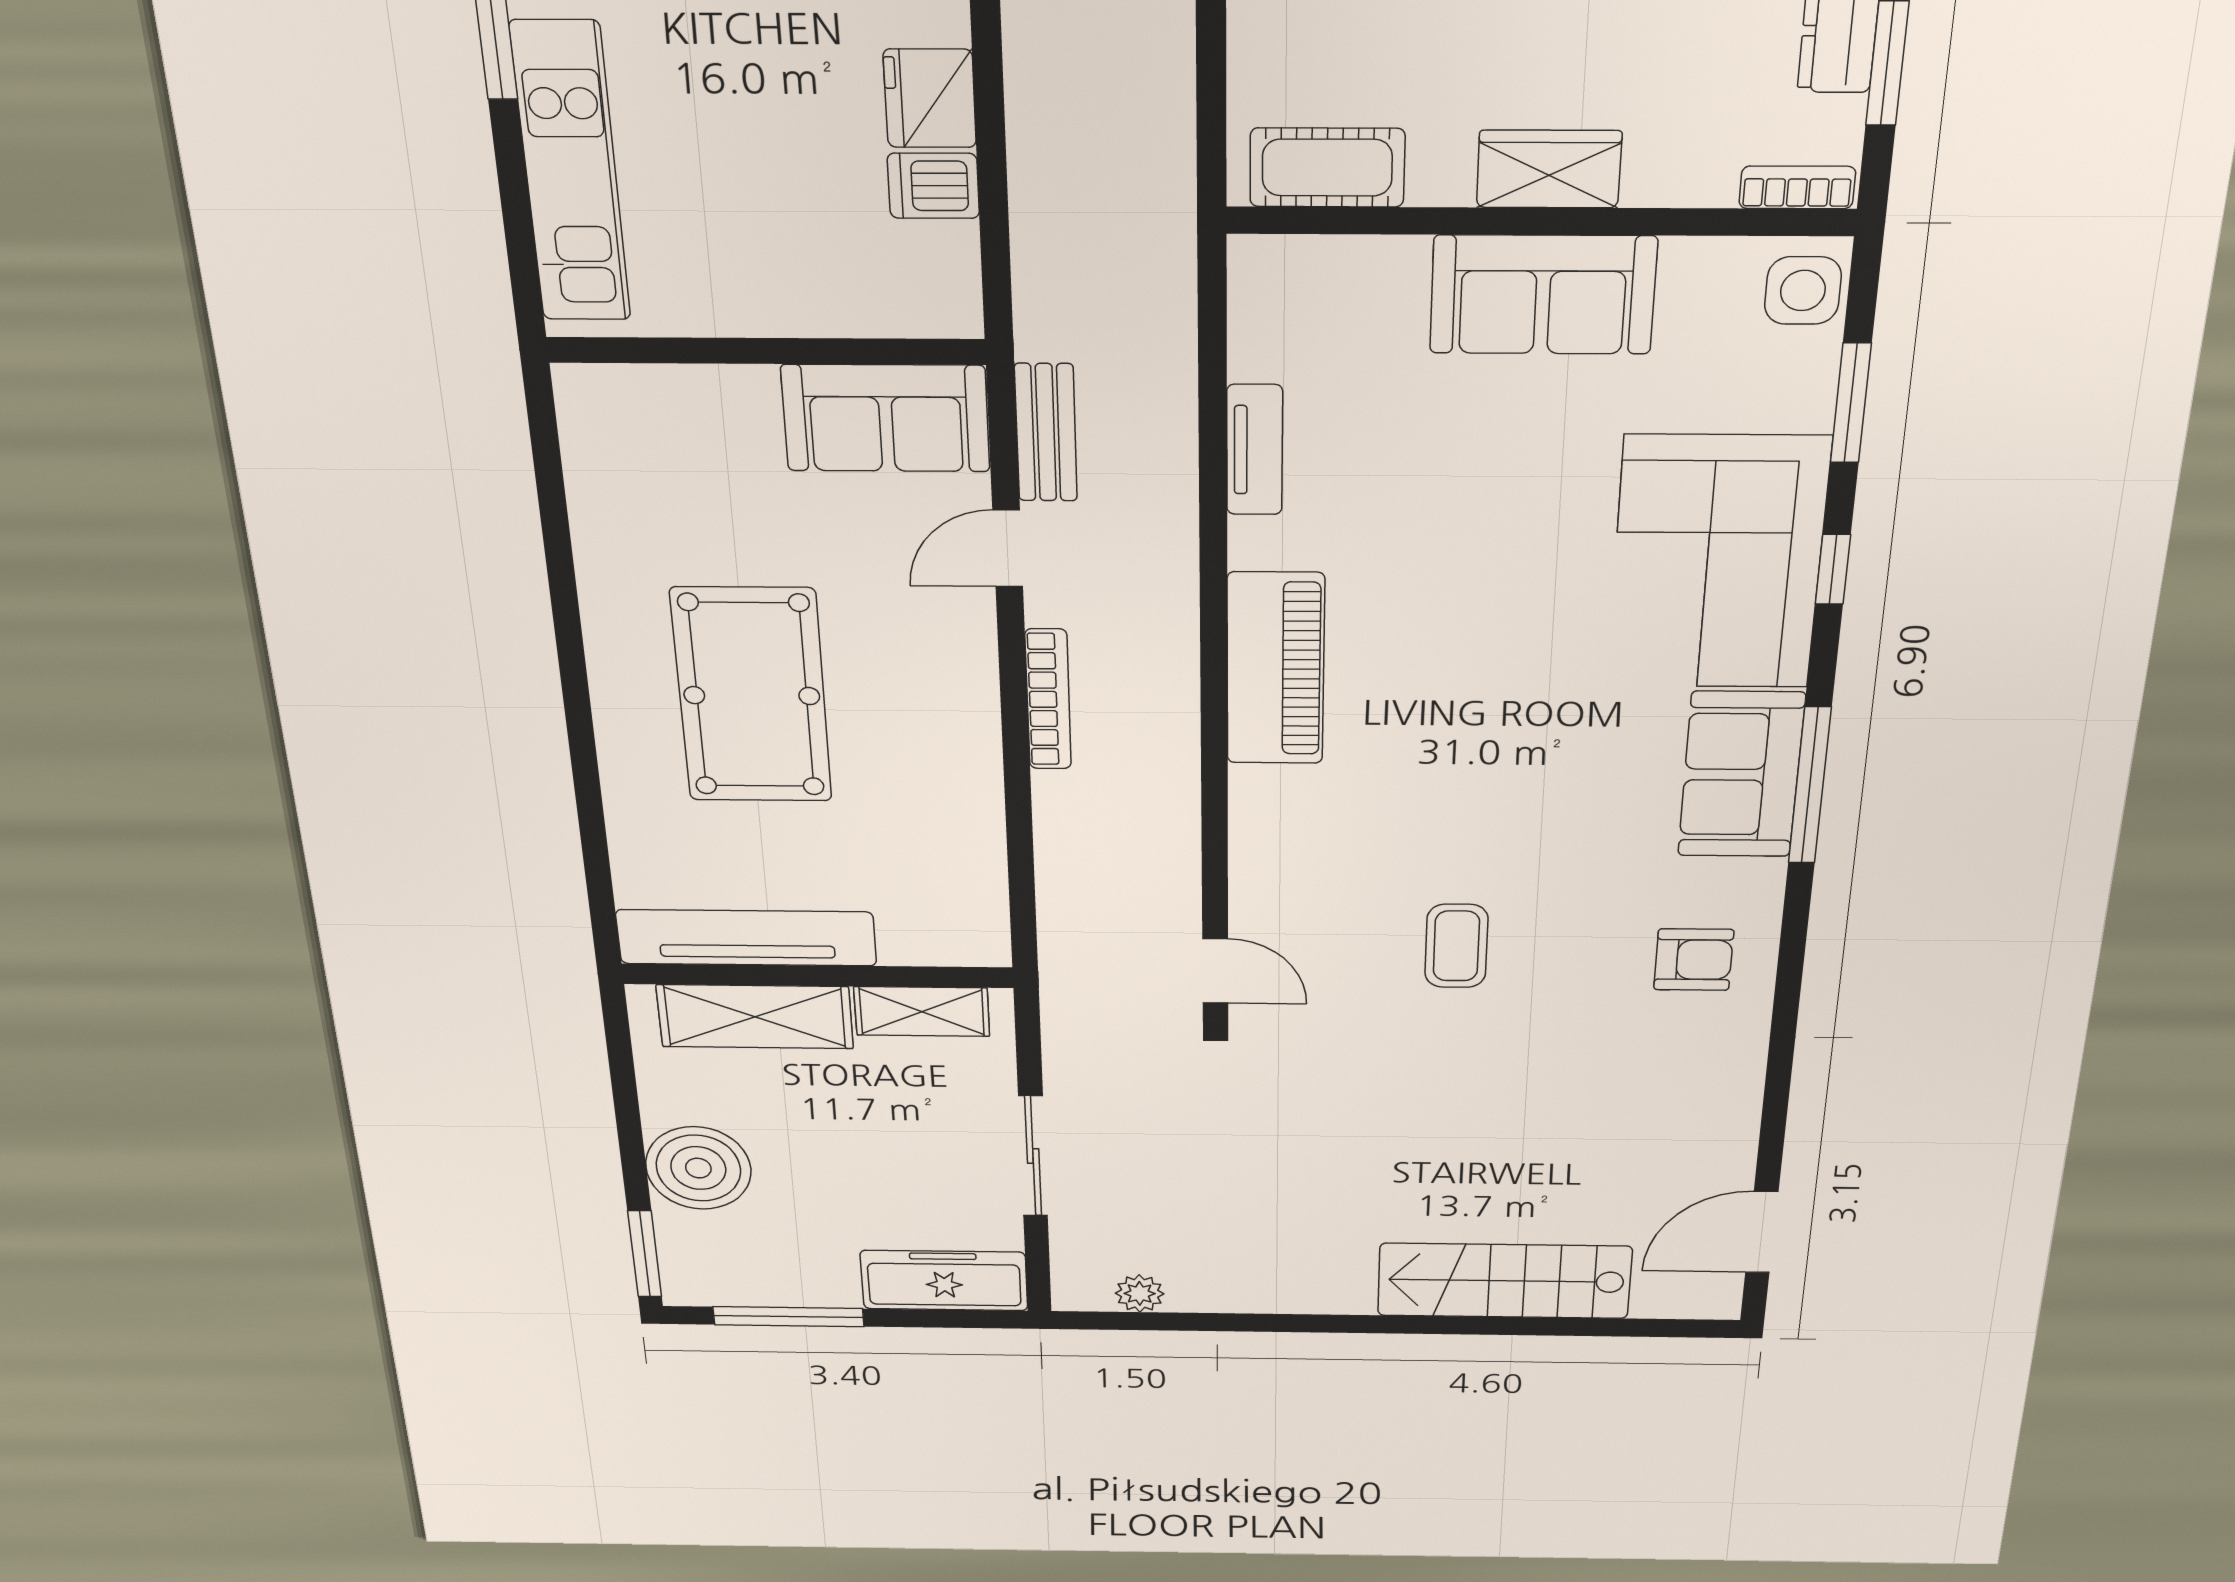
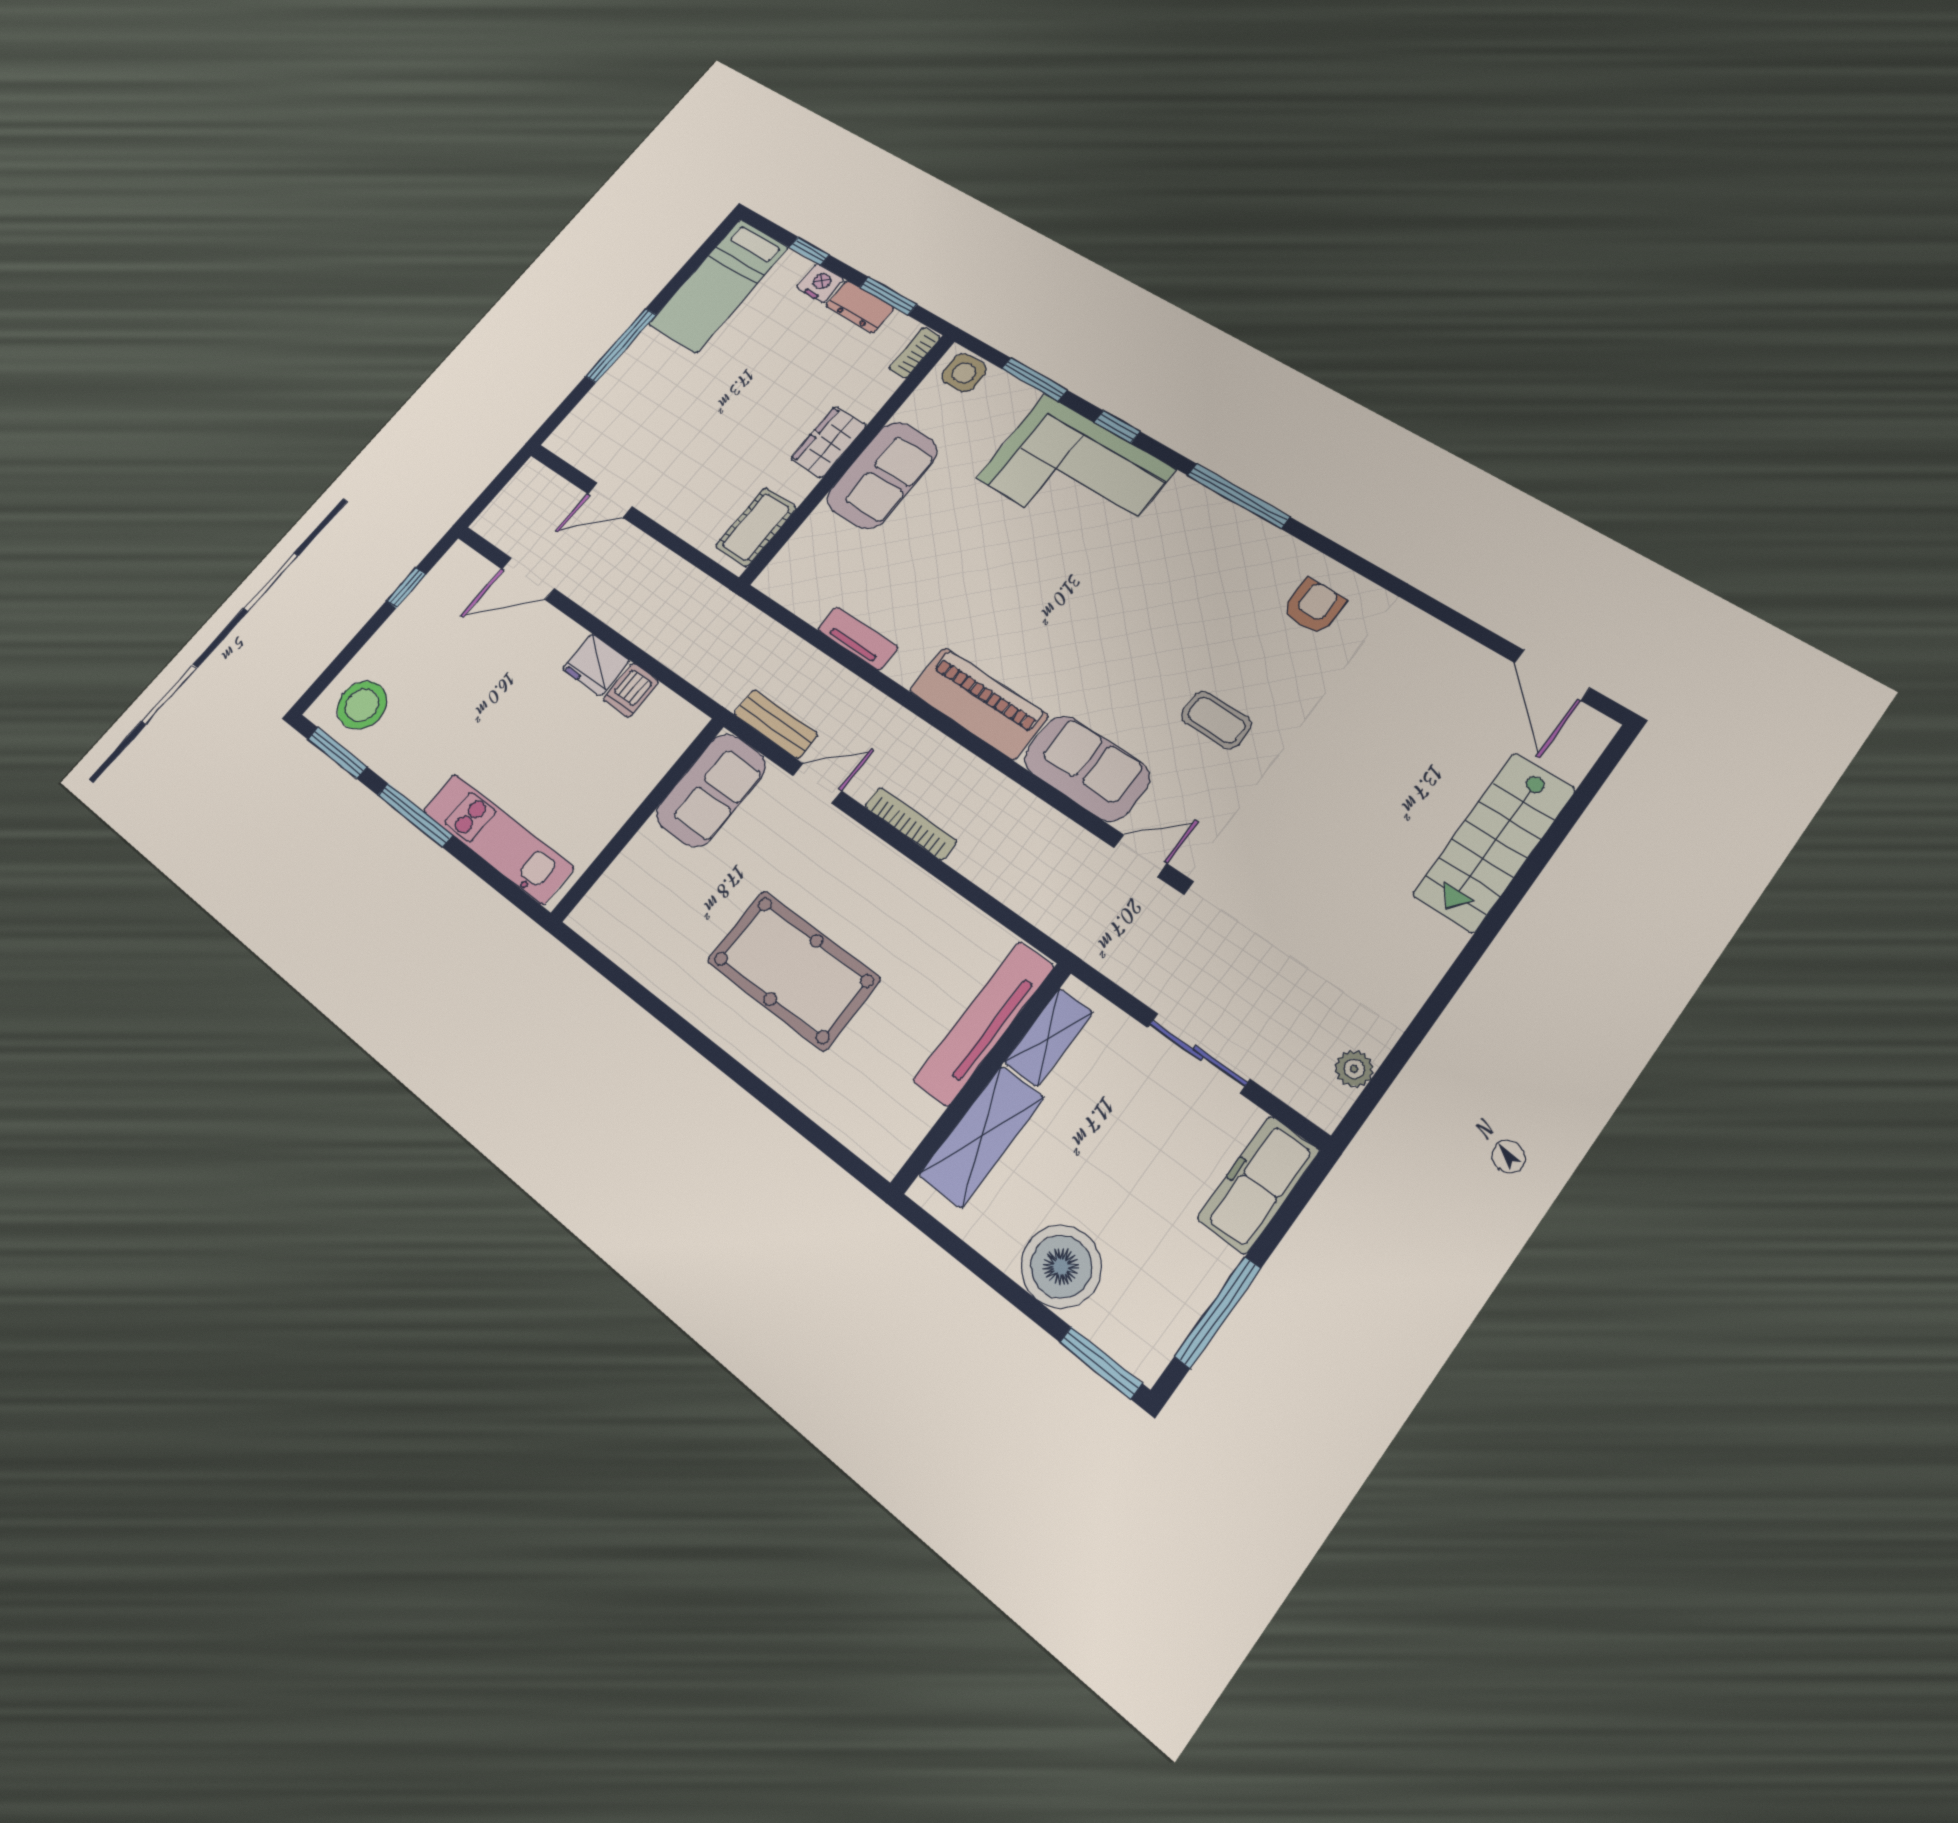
door: (1008, 549) -> (817, 783), swing flipped
sofa: (1741, 775) -> (1087, 768), moved, turned 180
tv unit: (746, 938) -> (984, 1023), moved

